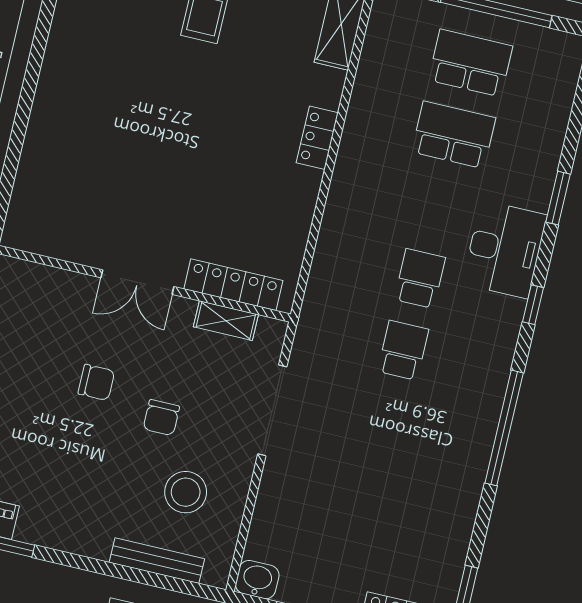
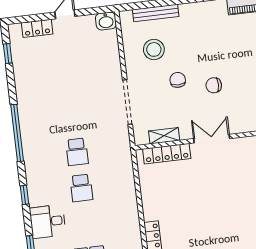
desk: (505, 249) -> (48, 222), width x0.73

